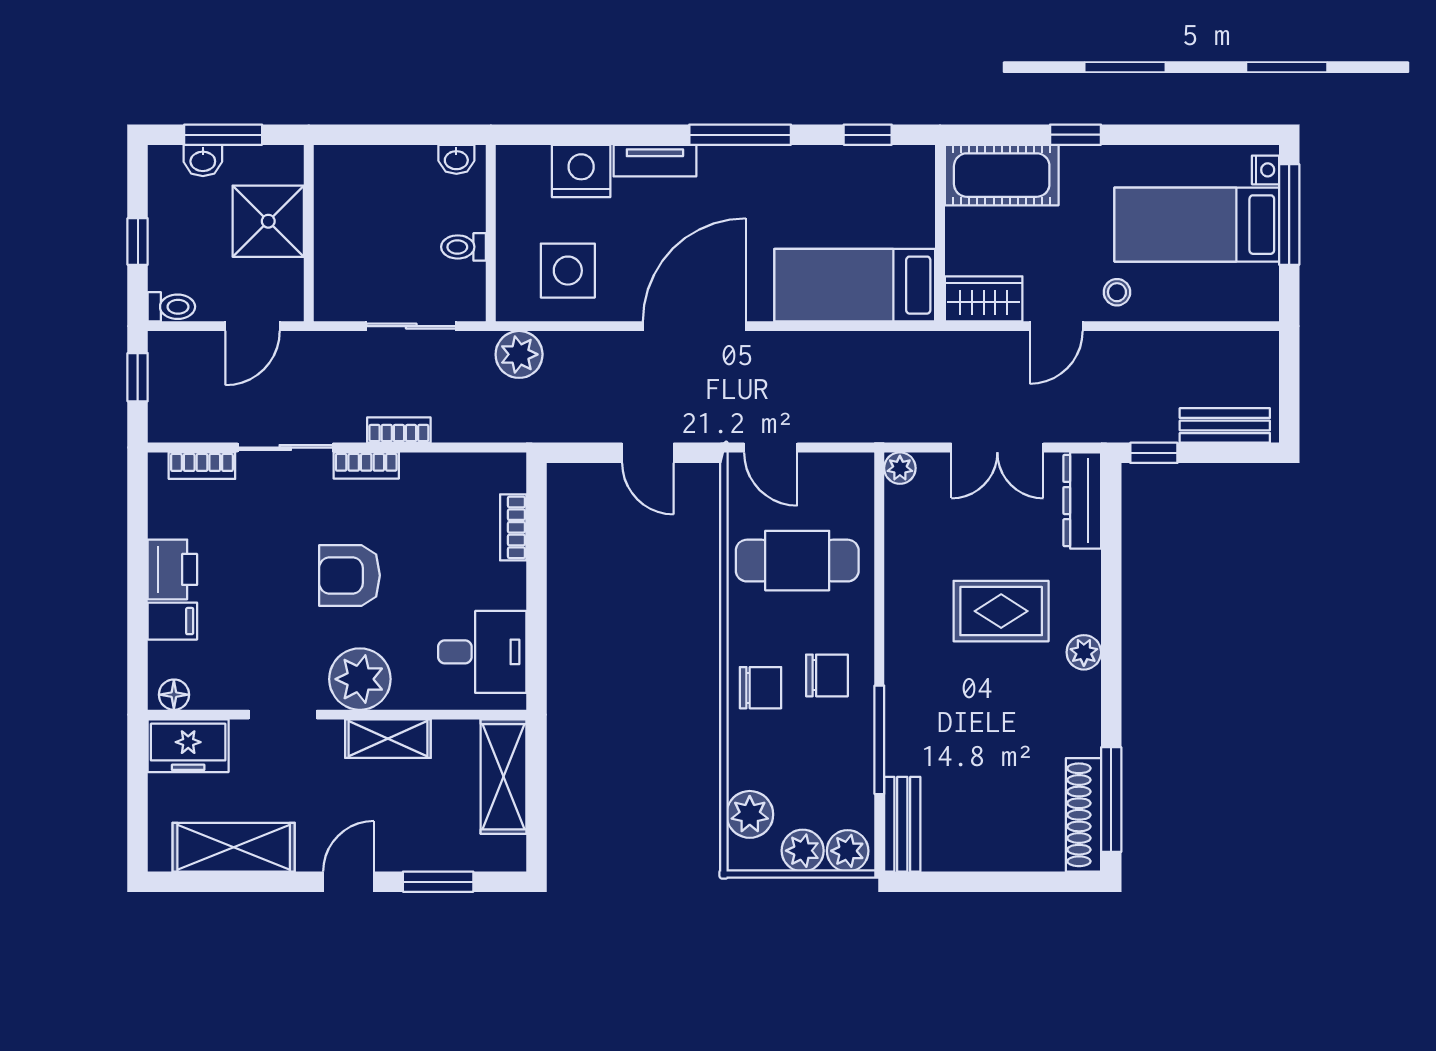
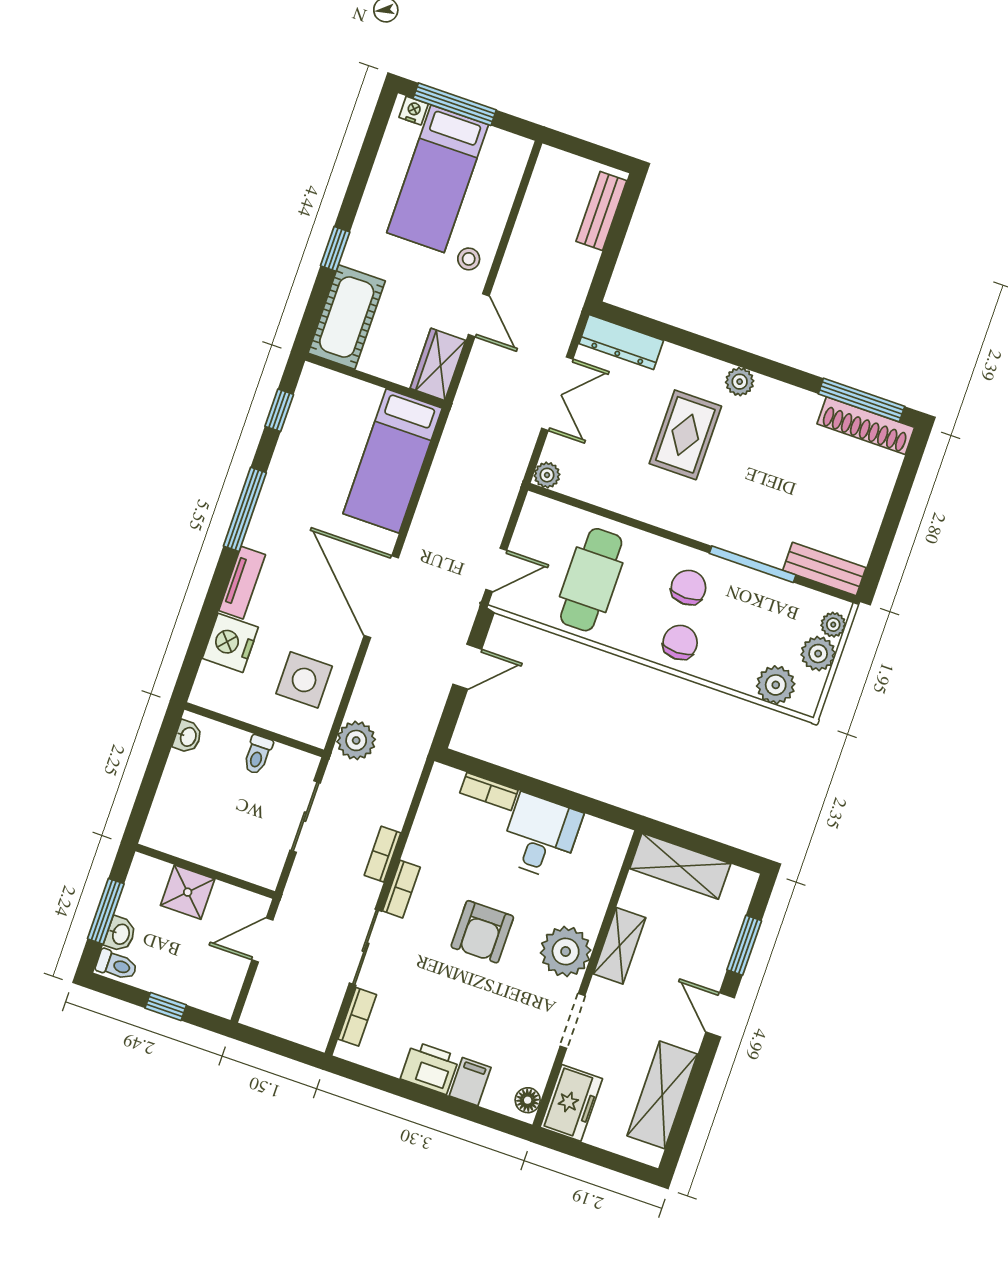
shower: (268, 221) -> (188, 892), width x0.73, depth x0.73
toilet: (171, 307) -> (117, 965), moved, turned 90
door: (253, 326) -> (262, 940), swing flipped
window: (138, 377) -> (271, 1043), removed
window: (1154, 453) -> (603, 273), removed
desk: (482, 652) -> (541, 836), moved
plant: (848, 851) -> (833, 625), width x0.73, depth x0.73

